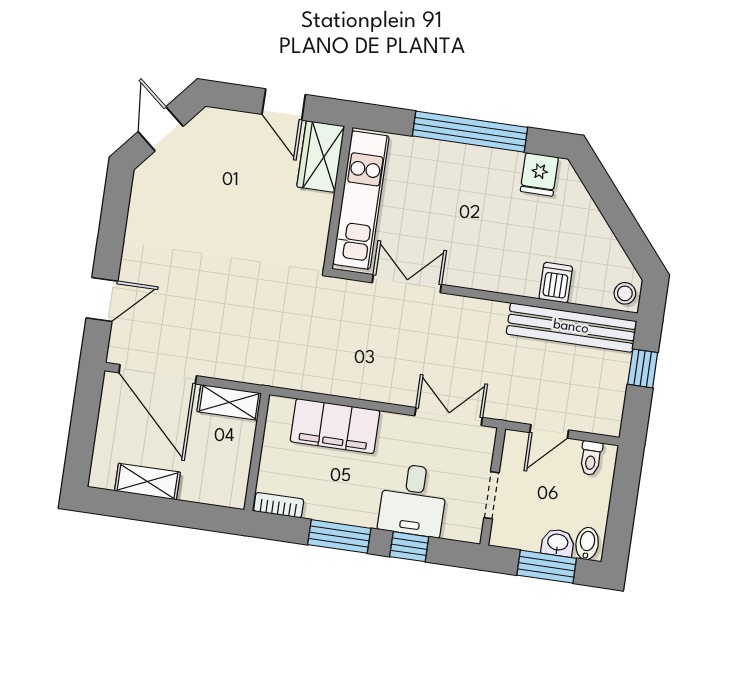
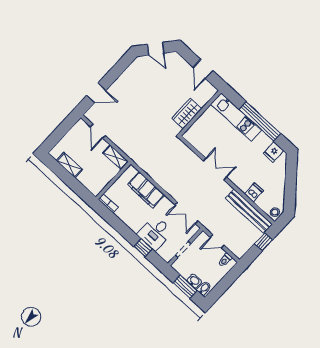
door: (161, 129) -> (156, 49), swing flipped
wardrobe: (321, 157) -> (187, 114), moved
kitchen unit: (361, 200) -> (236, 117), moved, turned 90
double door: (407, 284) -> (215, 169), moved
door: (158, 374) -> (98, 131), width x0.53
double door: (449, 417) -> (187, 213), swing flipped
window: (339, 536) -> (122, 228), removed

